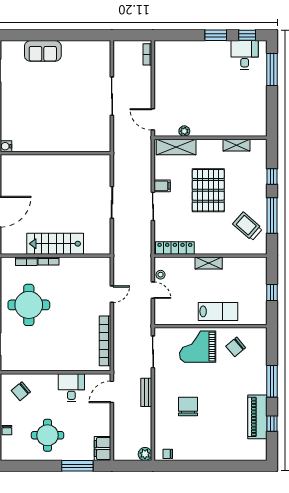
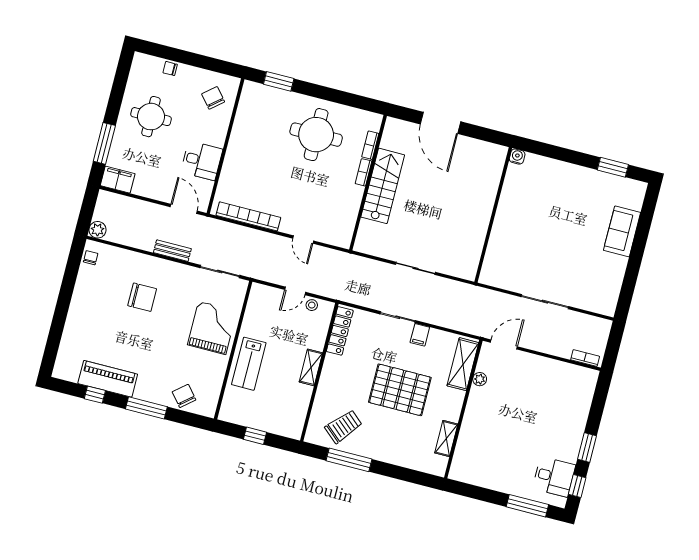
window: (272, 176) -> (397, 472), removed
chair: (236, 347) -> (184, 396), moved

